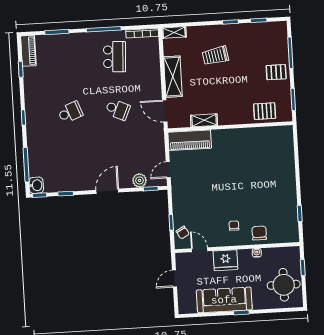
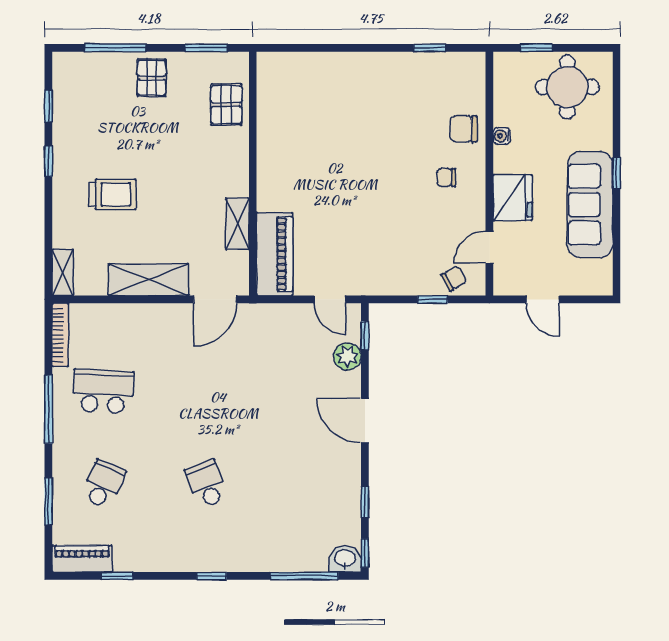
trolley: (215, 56) -> (113, 194), turned -80
school desk: (118, 110) -> (103, 484), moved

